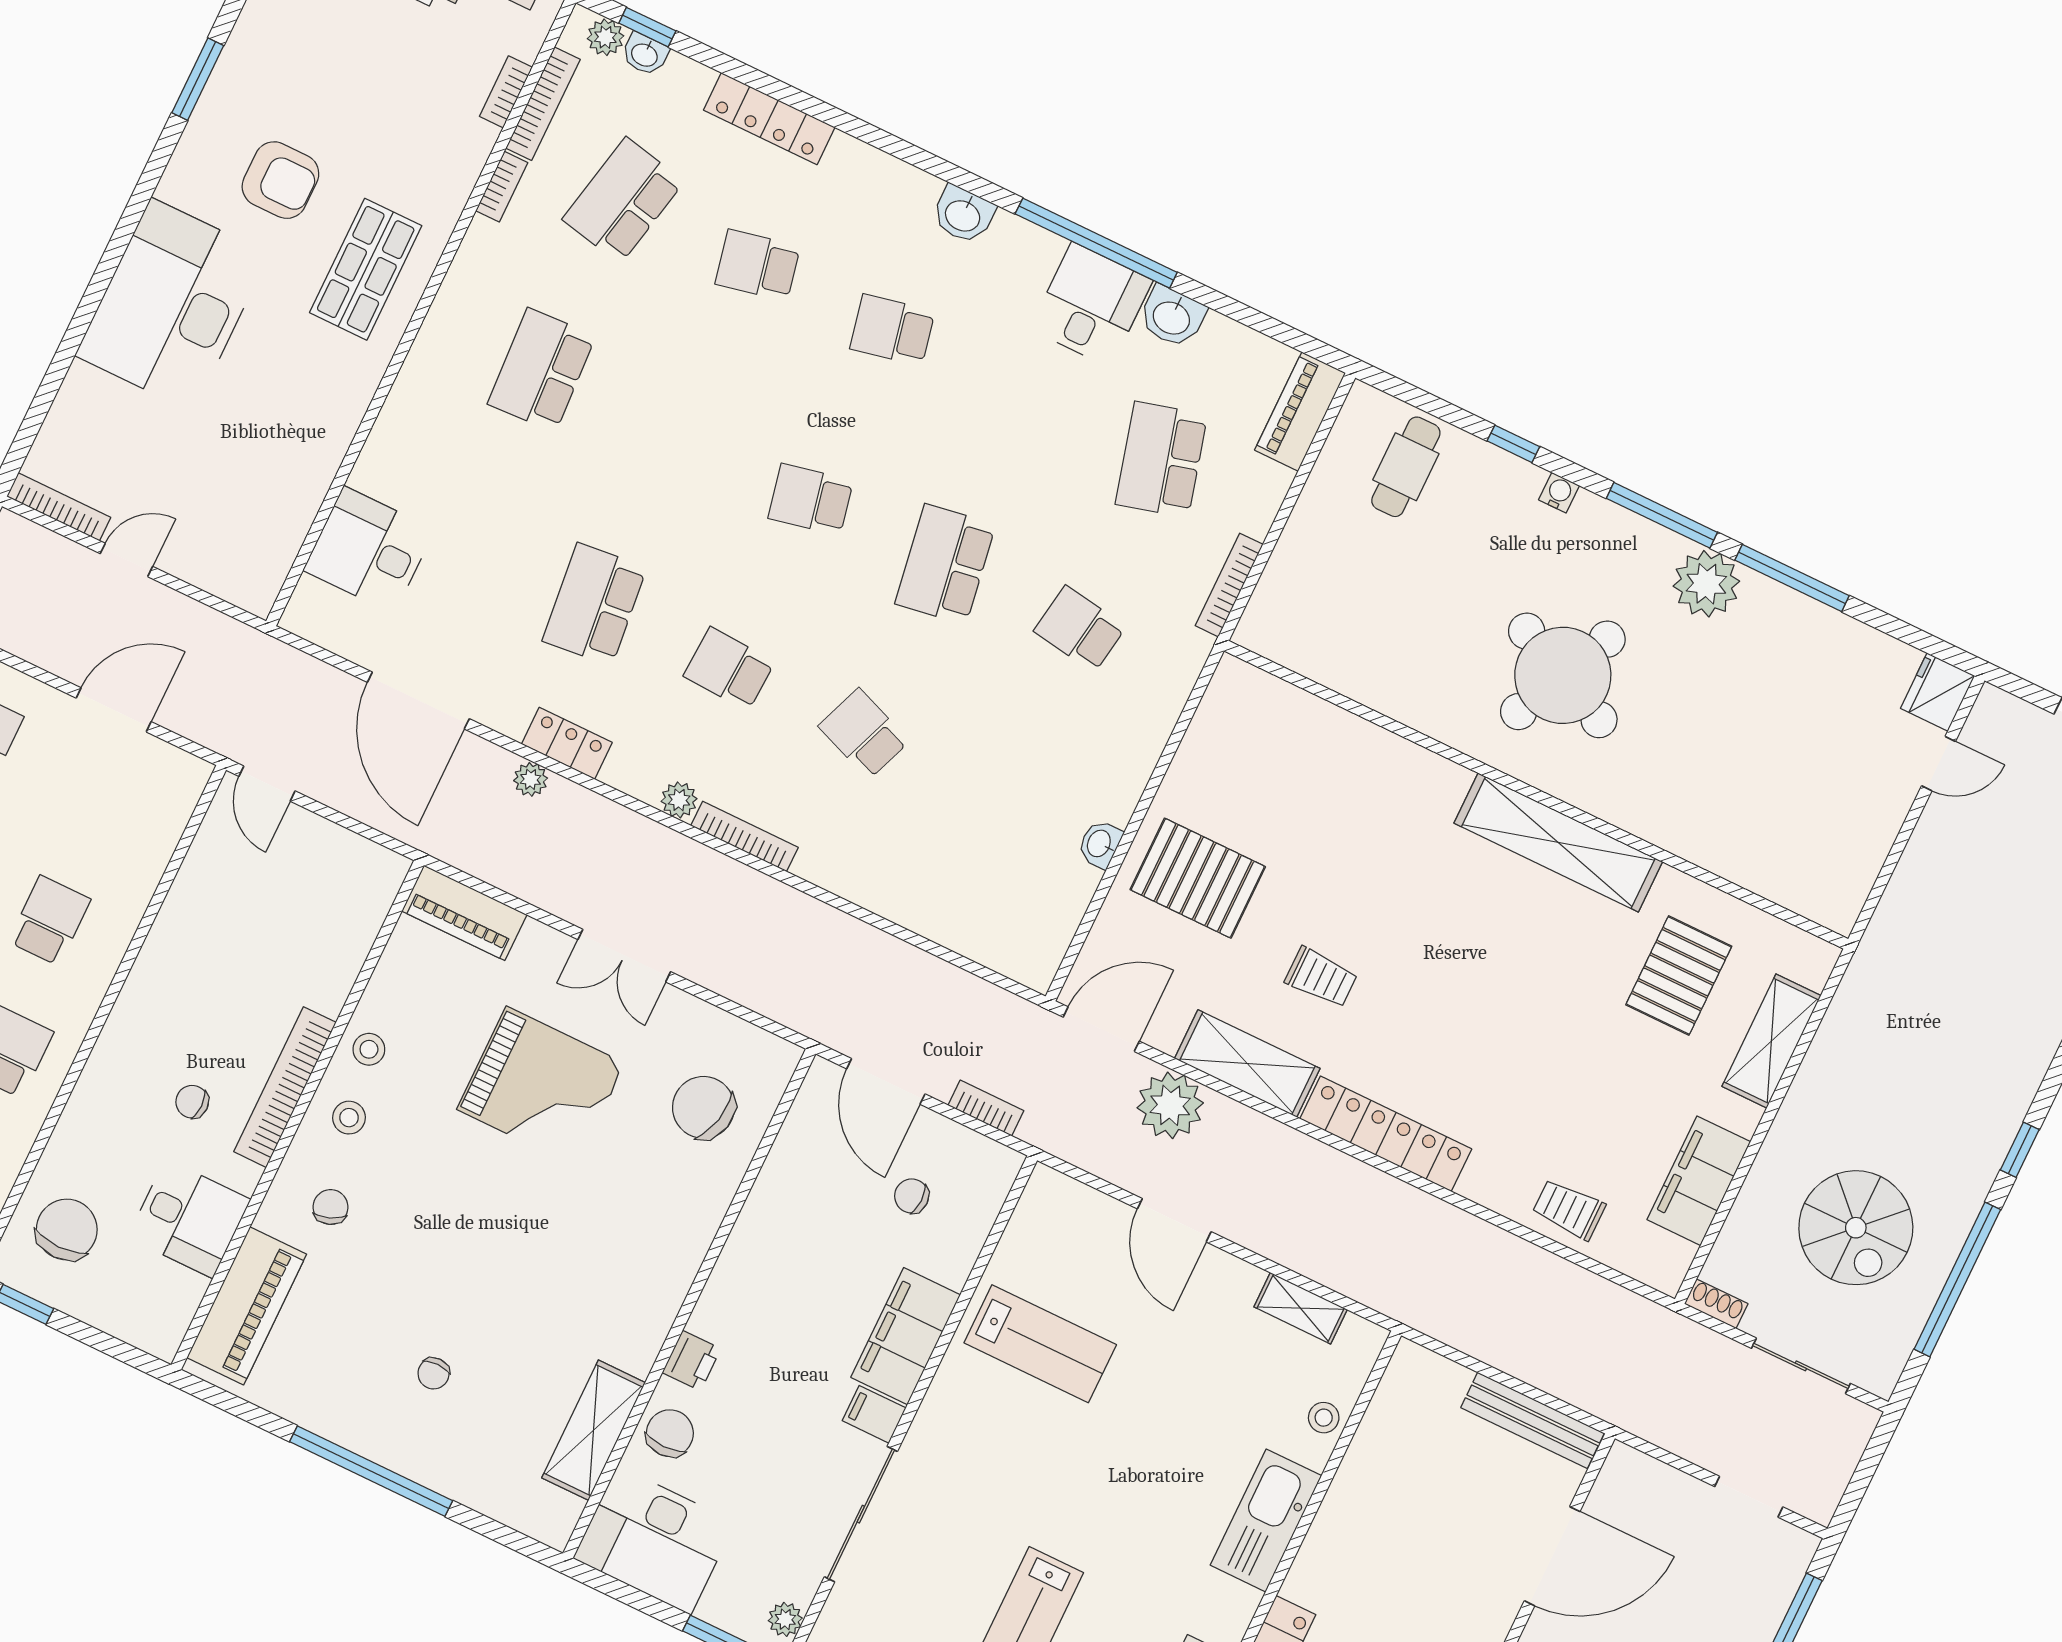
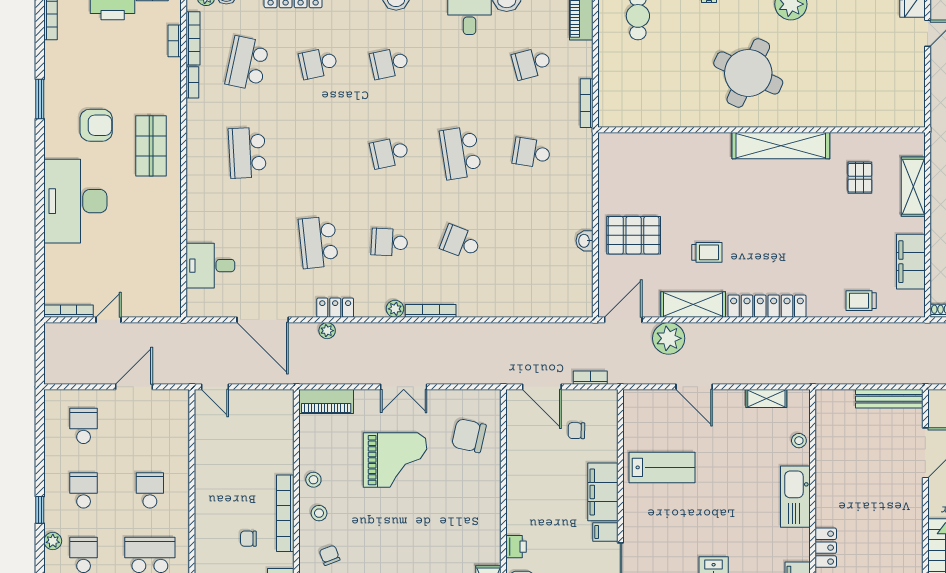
school desk: (1161, 460) -> (532, 63), width x0.54
pallet: (1679, 975) -> (860, 178), width x0.67, depth x0.71

